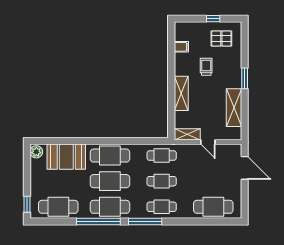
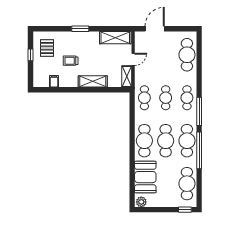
shelving: (234, 108) -> (115, 38), moved

